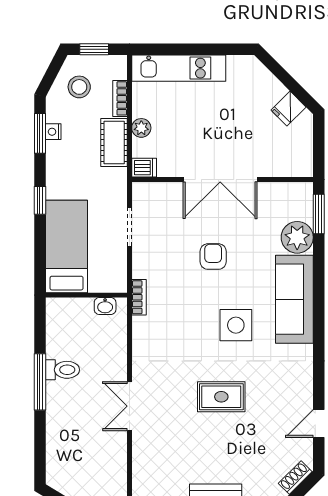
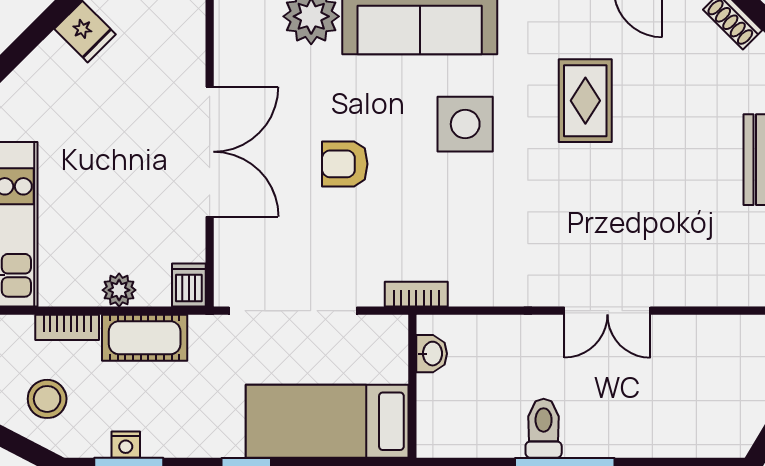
doorway: (130, 227) -> (293, 311), width x1.88
rug: (221, 397) -> (585, 101), moved

